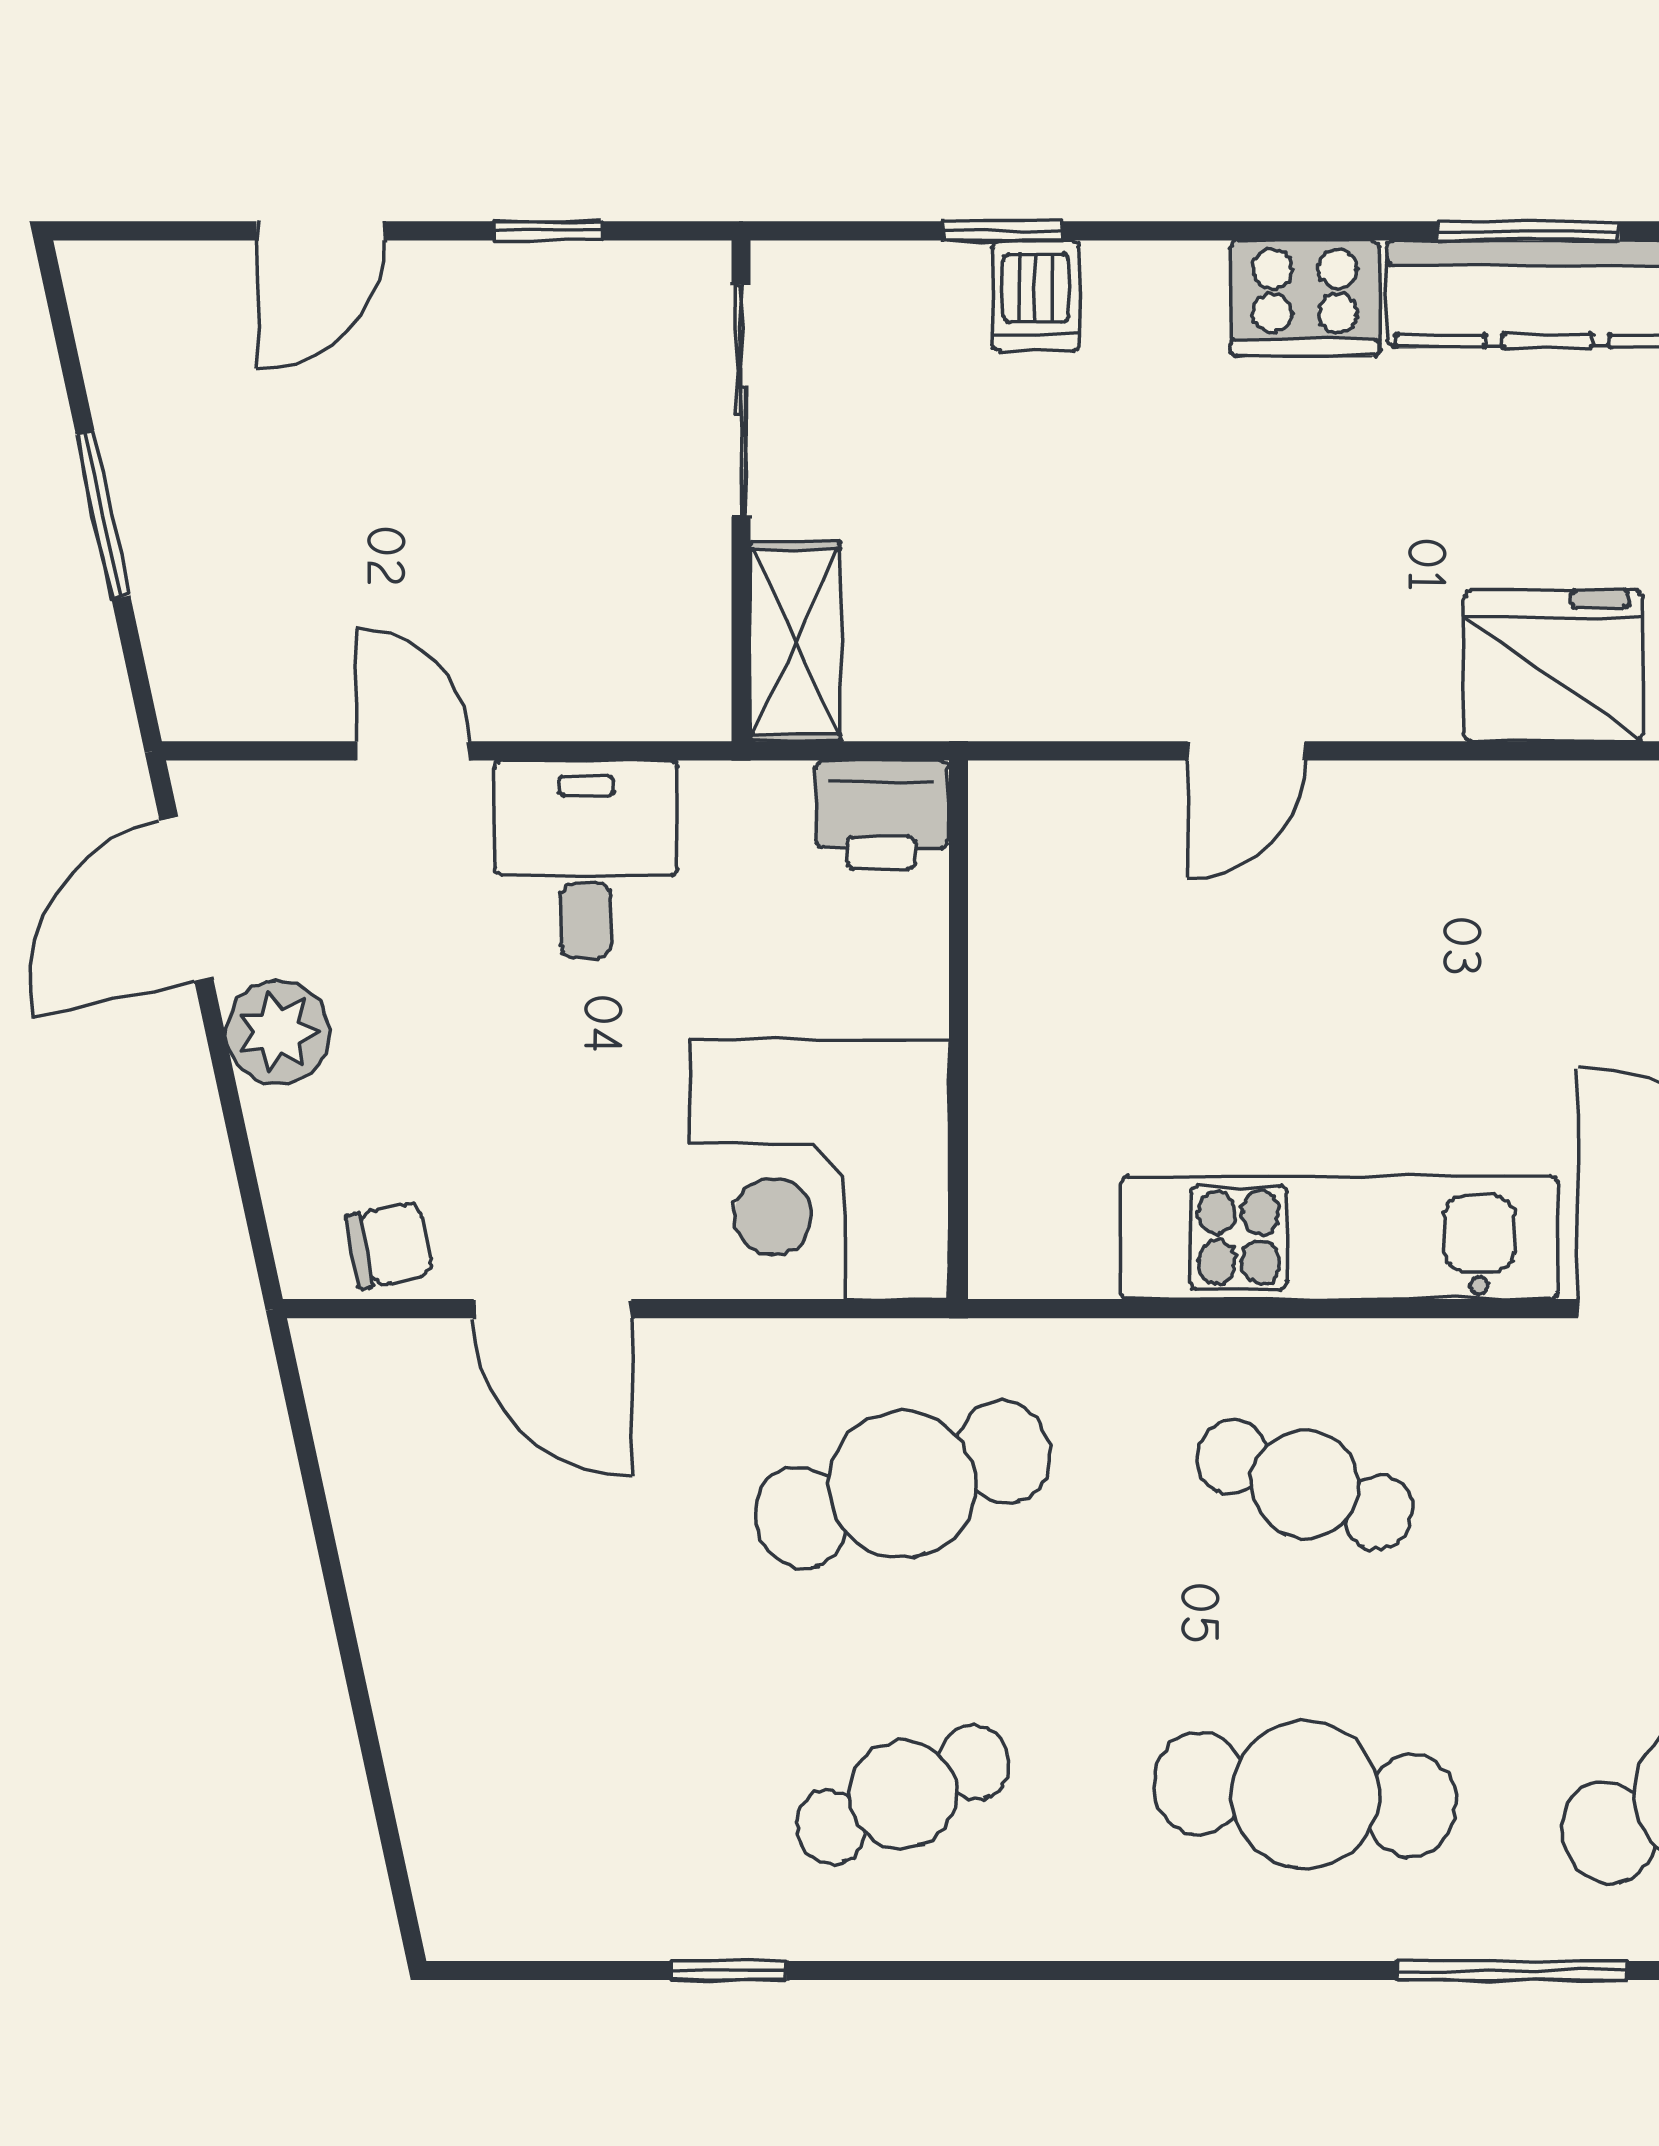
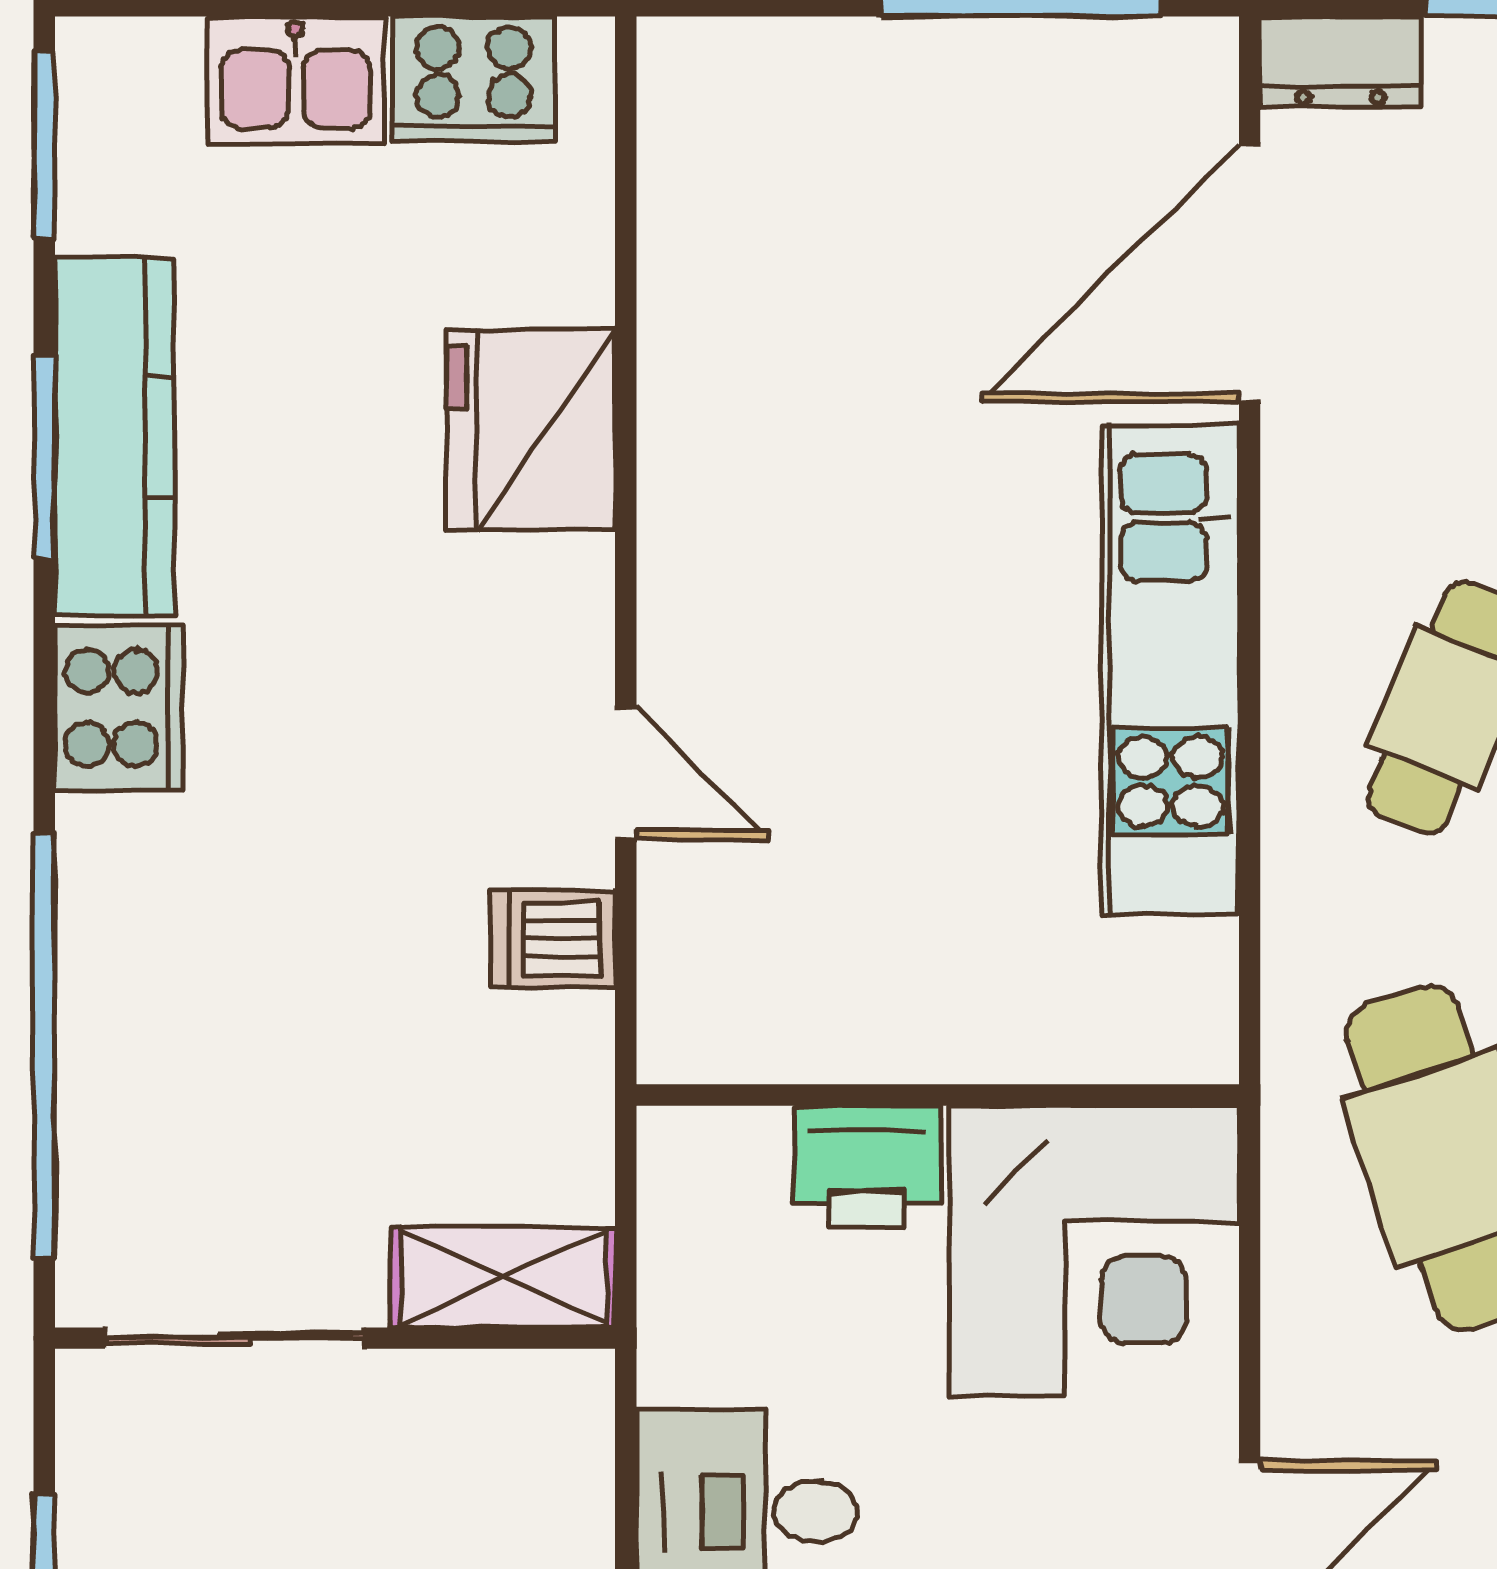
window: (1003, 231) -> (44, 1045), width x3.17
dishwasher: (1036, 296) -> (553, 939), moved, turned 180
printer: (882, 815) -> (867, 1167), moved, turned 90

